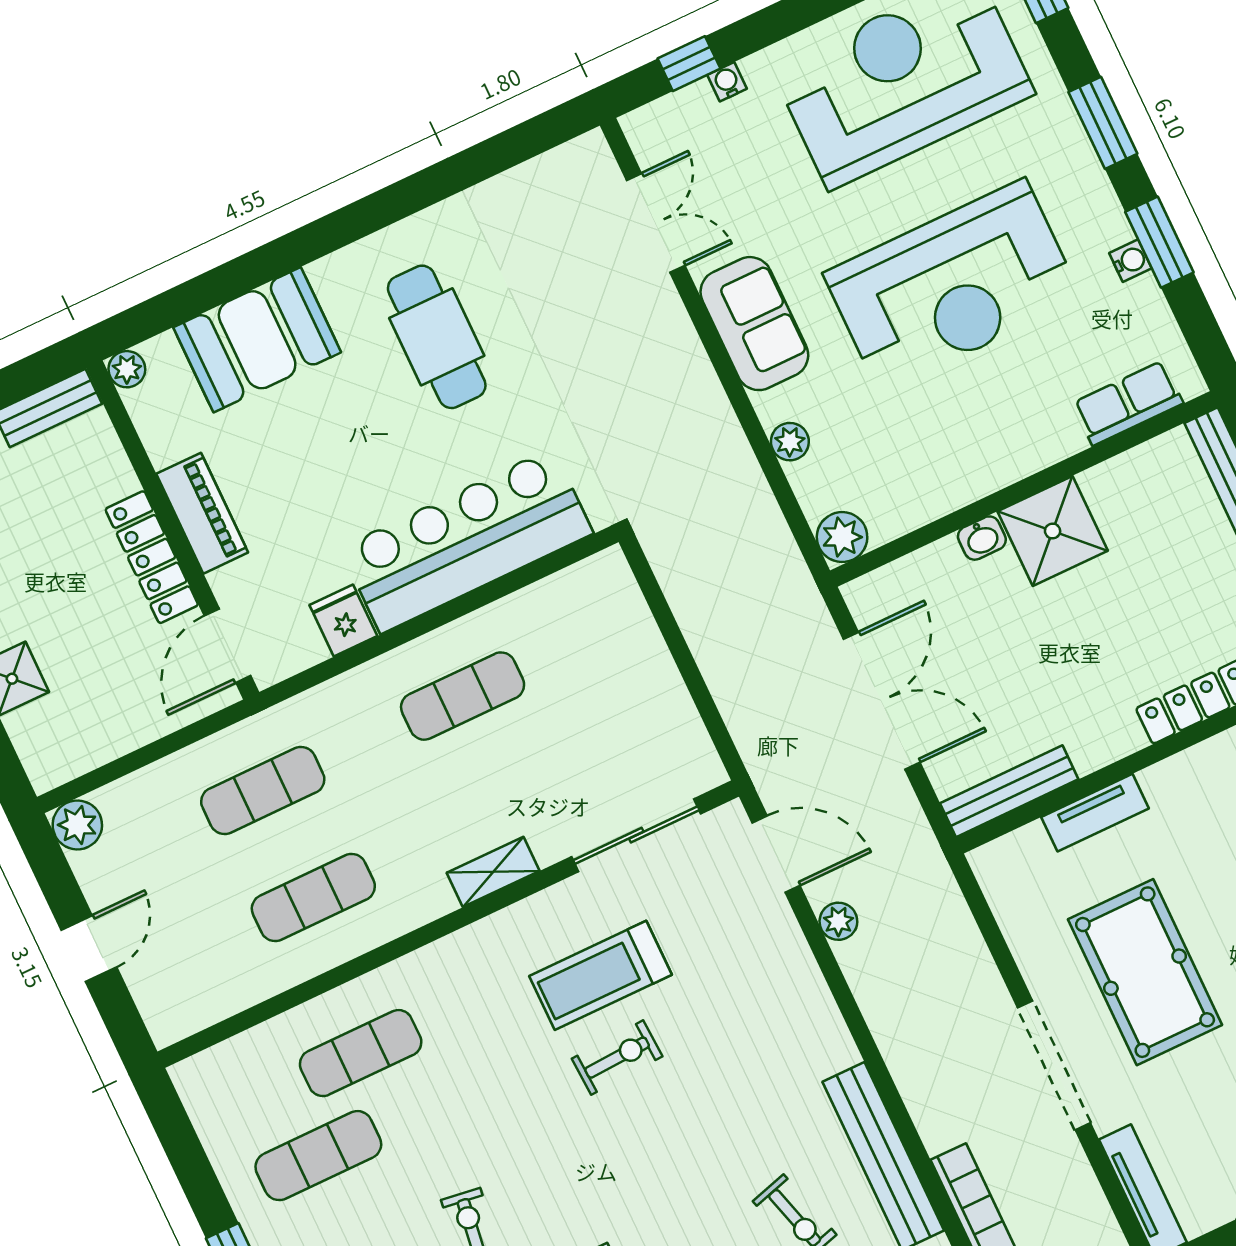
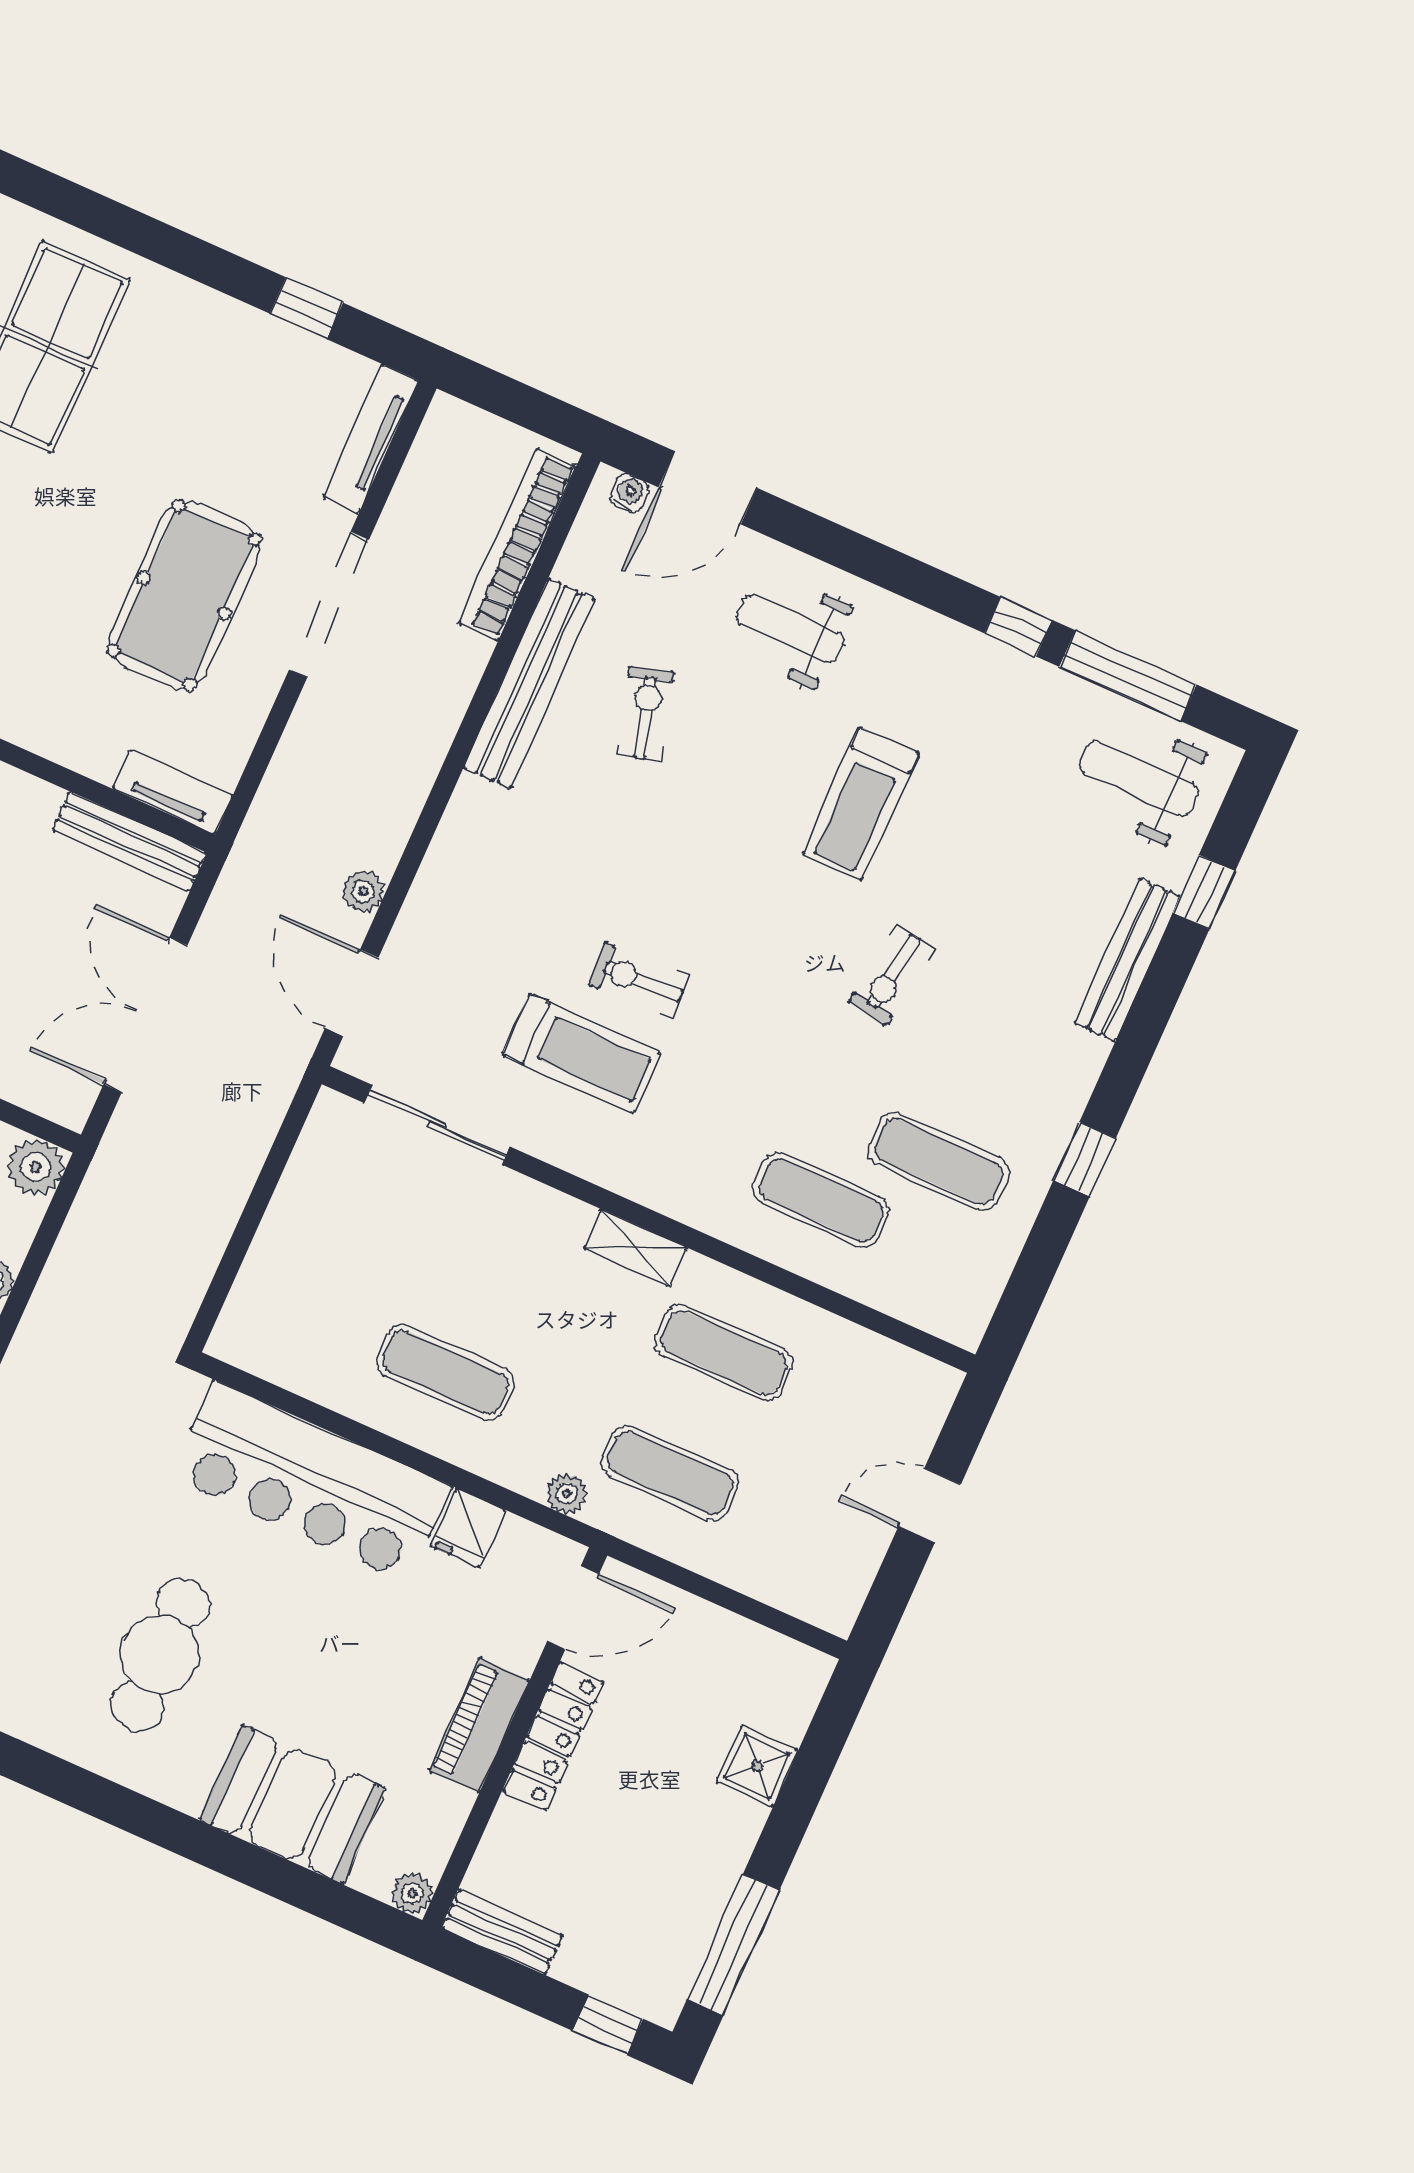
tv unit: (1095, 813) -> (173, 792), moved
plant: (77, 825) -> (567, 1494), moved, width x0.73, depth x0.73
shelving: (493, 872) -> (635, 1248), moved

